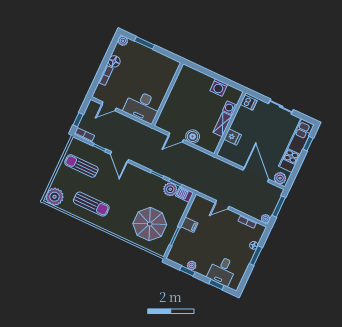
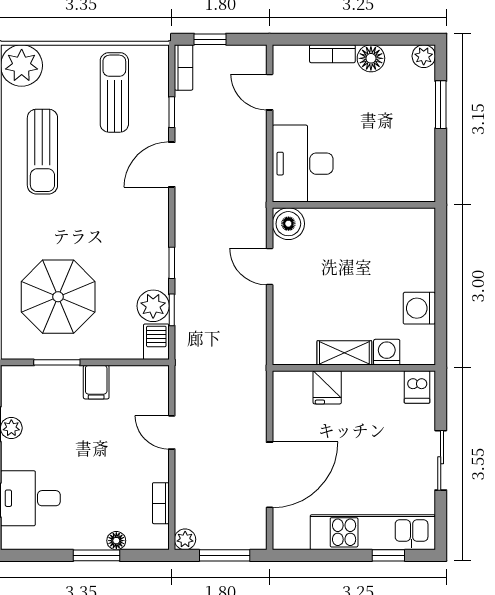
boiler: (193, 137) -> (288, 224), moved
plant: (280, 178) -> (286, 530), removed

